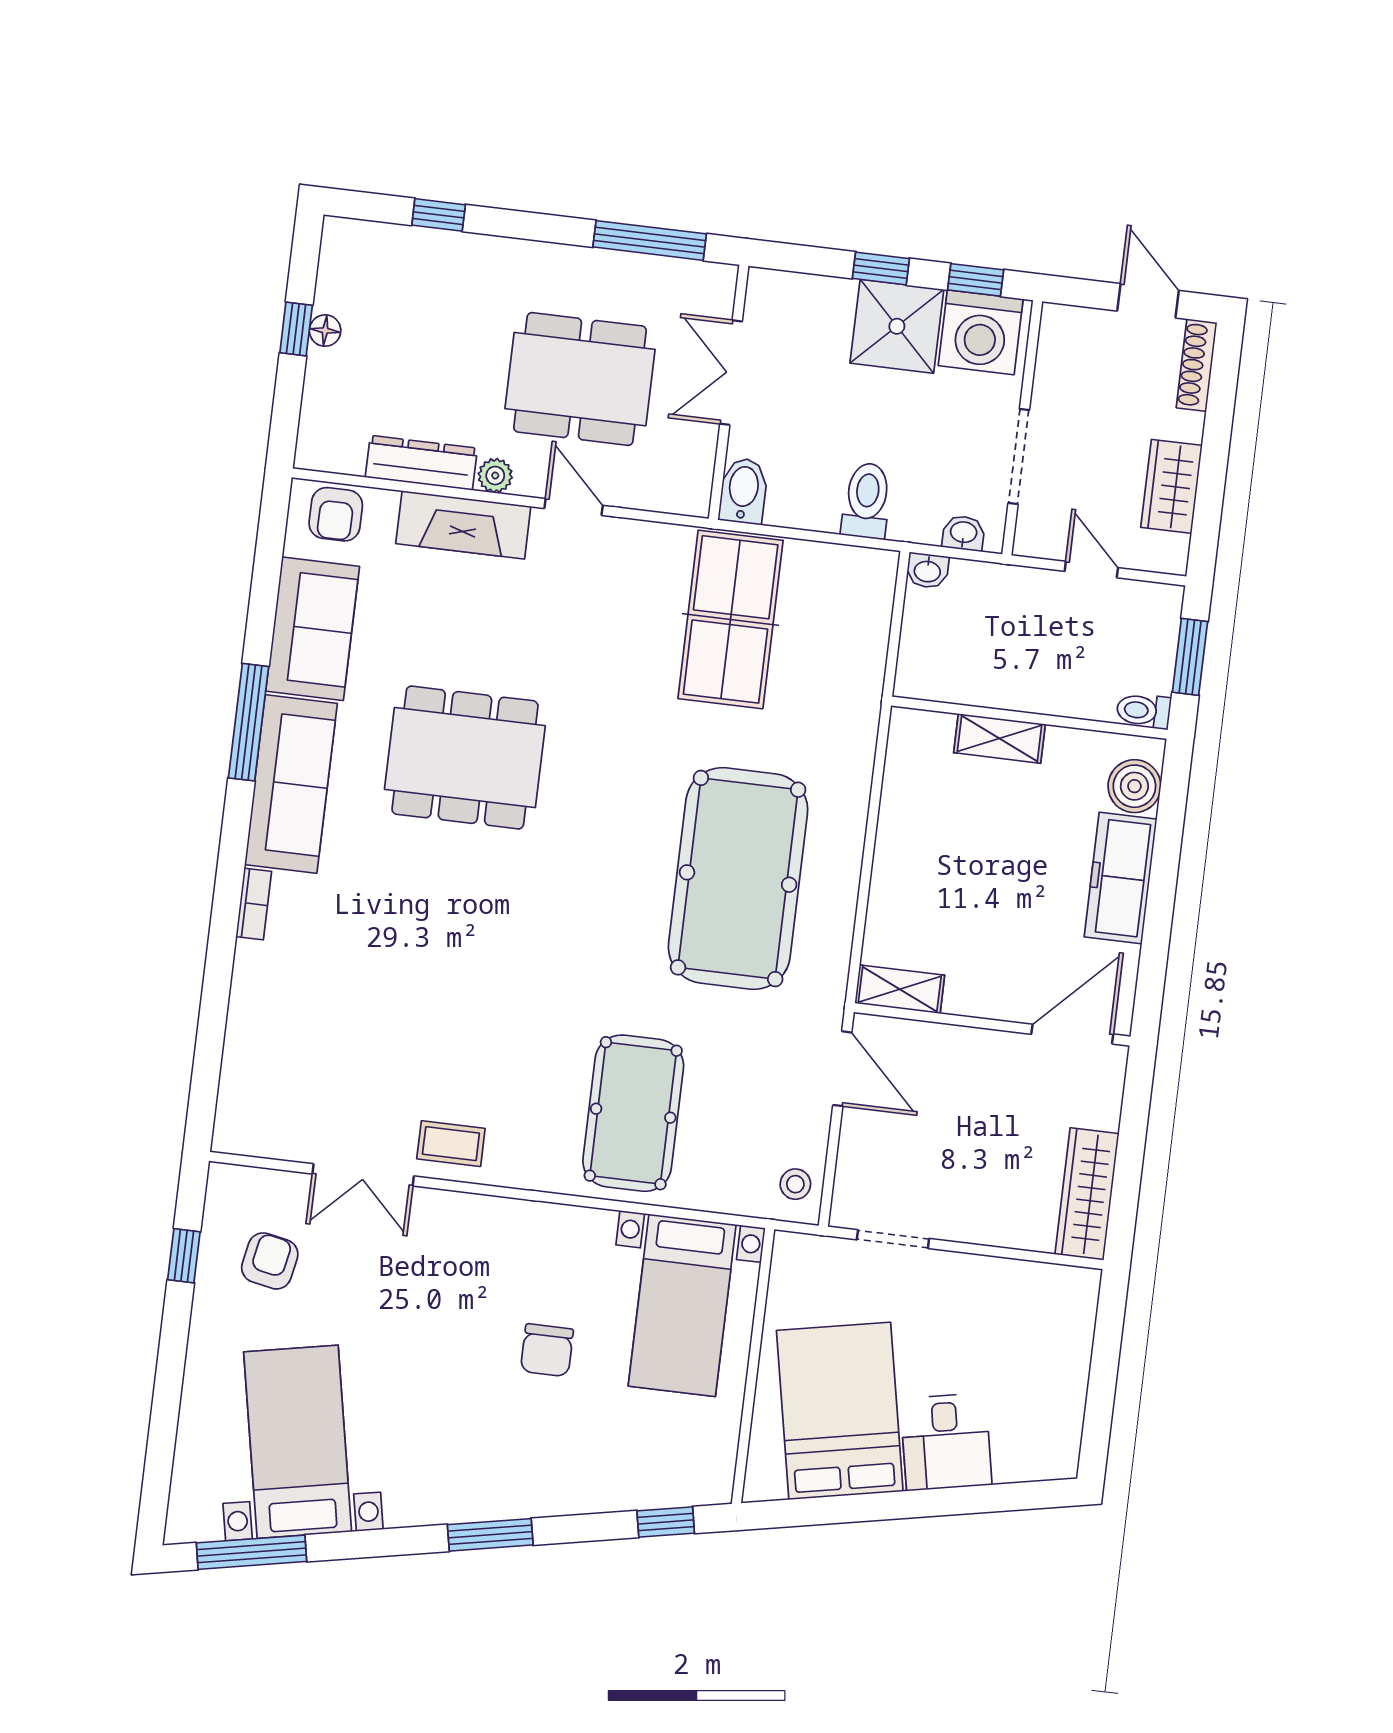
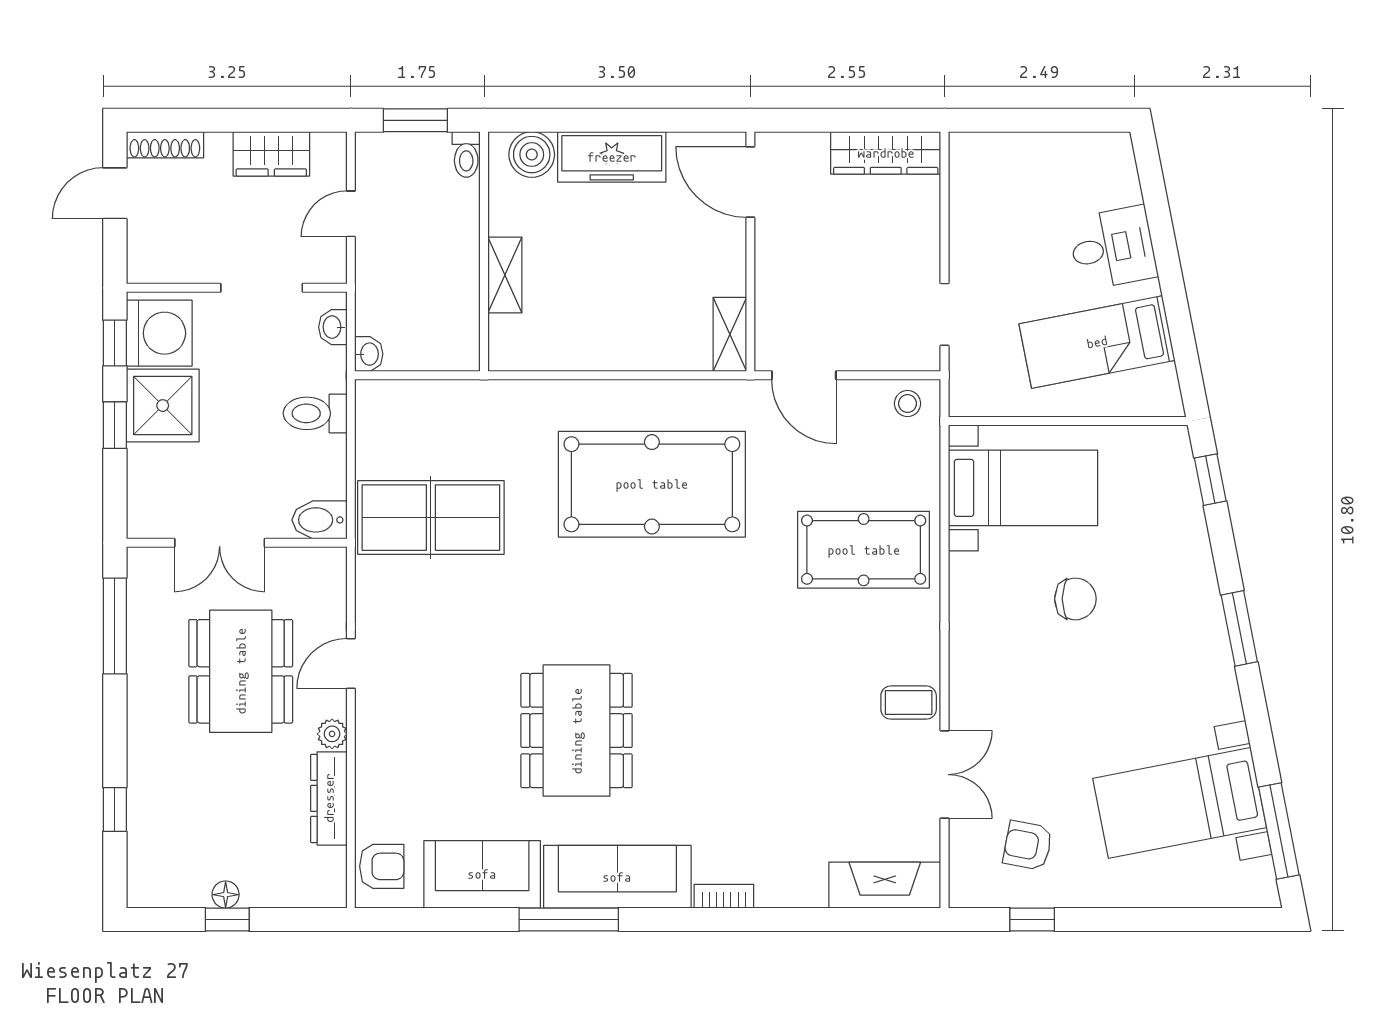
fireplace: (463, 525) -> (885, 885), moved, turned -90
door: (842, 1069) -> (804, 375), swing flipped
coffee table: (451, 1144) -> (909, 703), turned 90
bed: (840, 1411) -> (1097, 342), width x0.67

